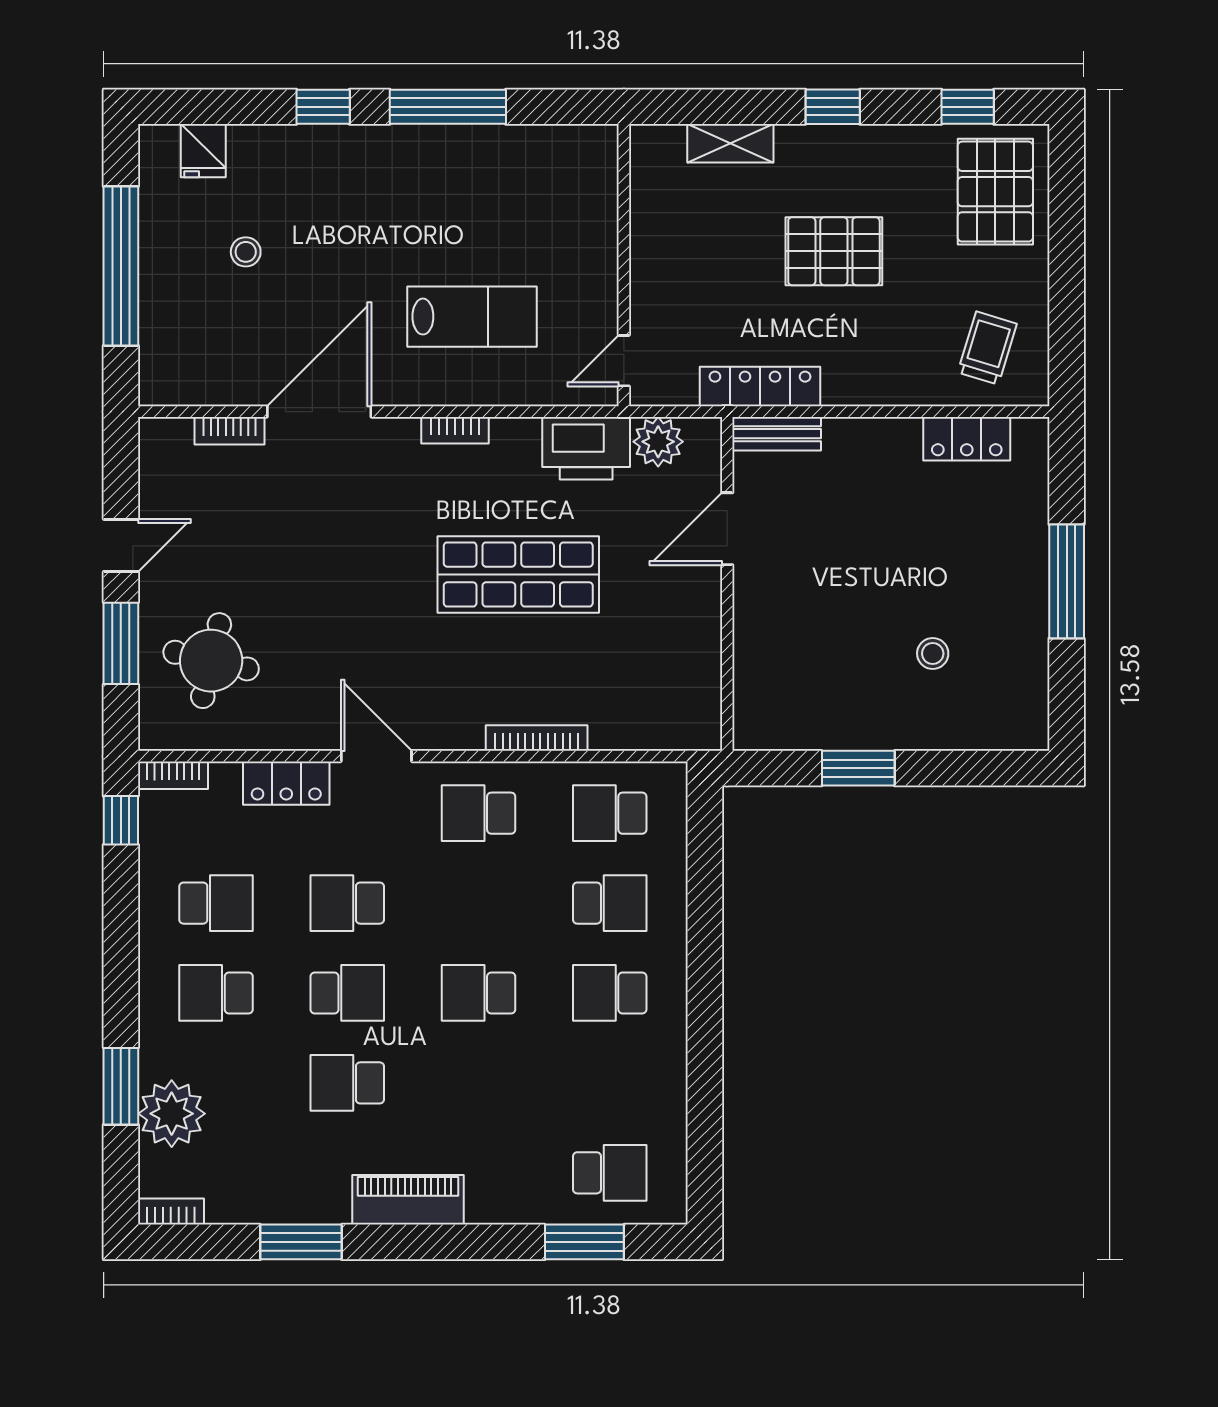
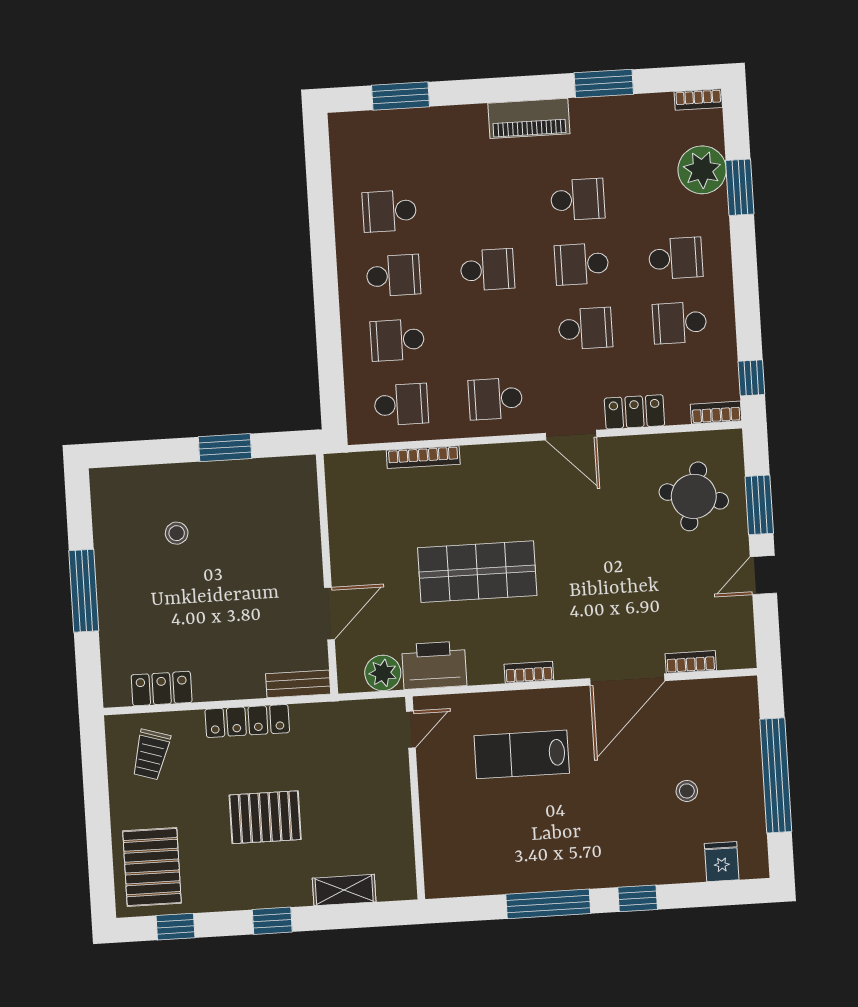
locker: (760, 387) -> (247, 721), moved
bookcase: (537, 738) -> (423, 457), moved
school desk: (478, 813) -> (495, 399), turned 180
school desk: (610, 1173) -> (389, 211), moved

